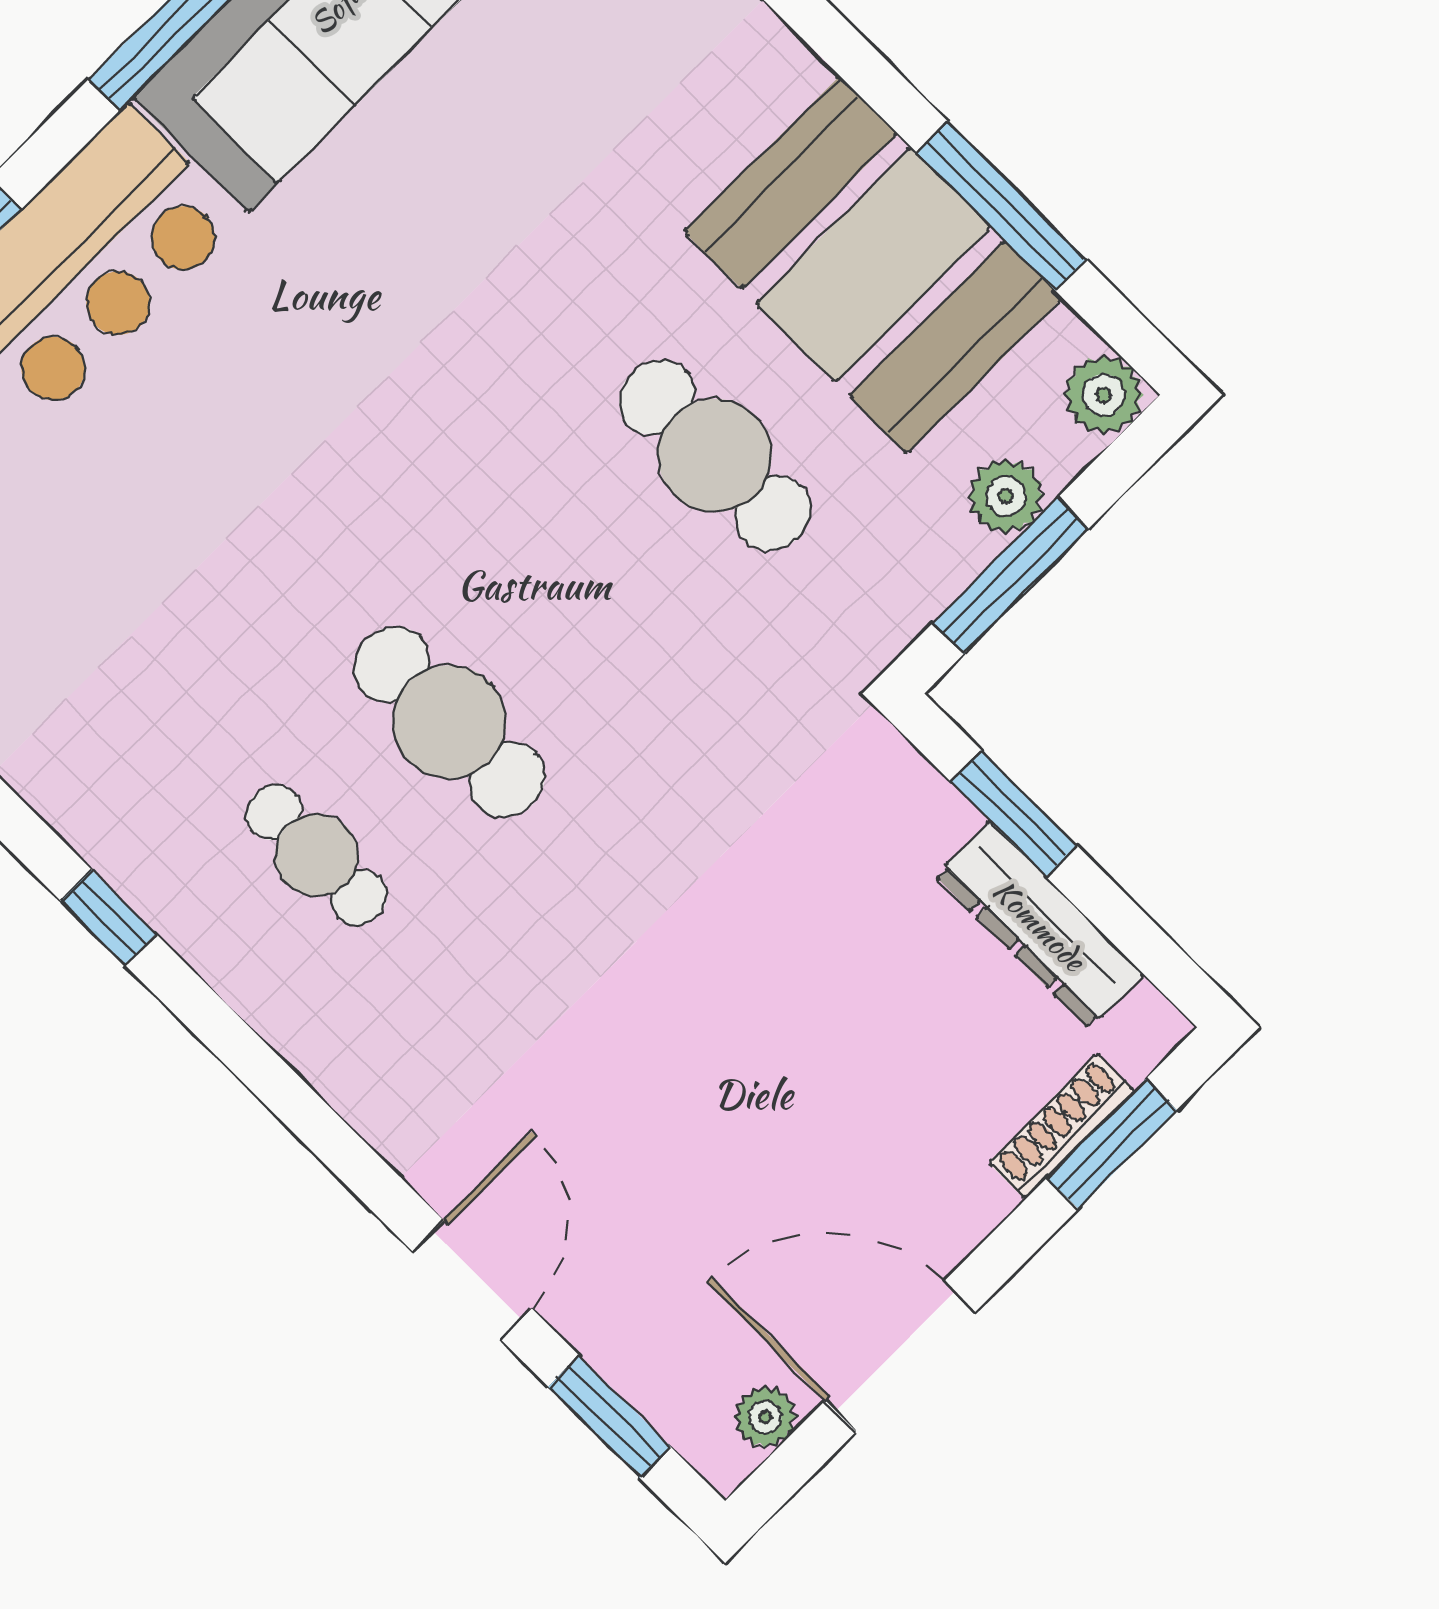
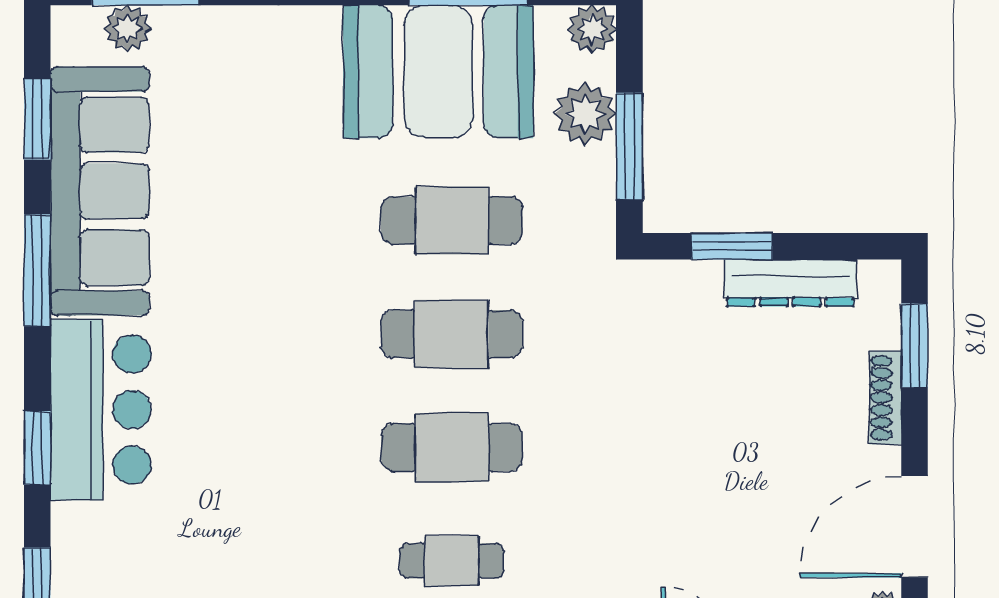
plant: (1006, 496) -> (585, 114), width x1.36, depth x1.36
cafe table: (582, 589) -> (452, 334), added
shoe rack: (1061, 1126) -> (885, 398), moved

